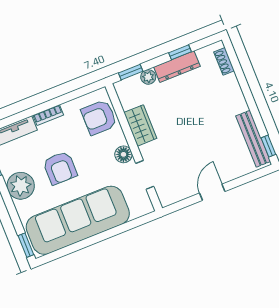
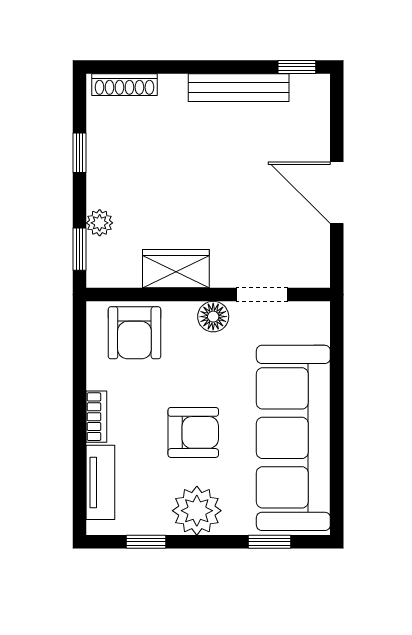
shoe rack: (224, 61) -> (124, 85), width x1.43
dresser: (177, 67) -> (102, 167), removed
bench: (253, 139) -> (239, 88), moved
door: (212, 192) -> (337, 193), width x1.38
window: (26, 245) -> (269, 542), moved

